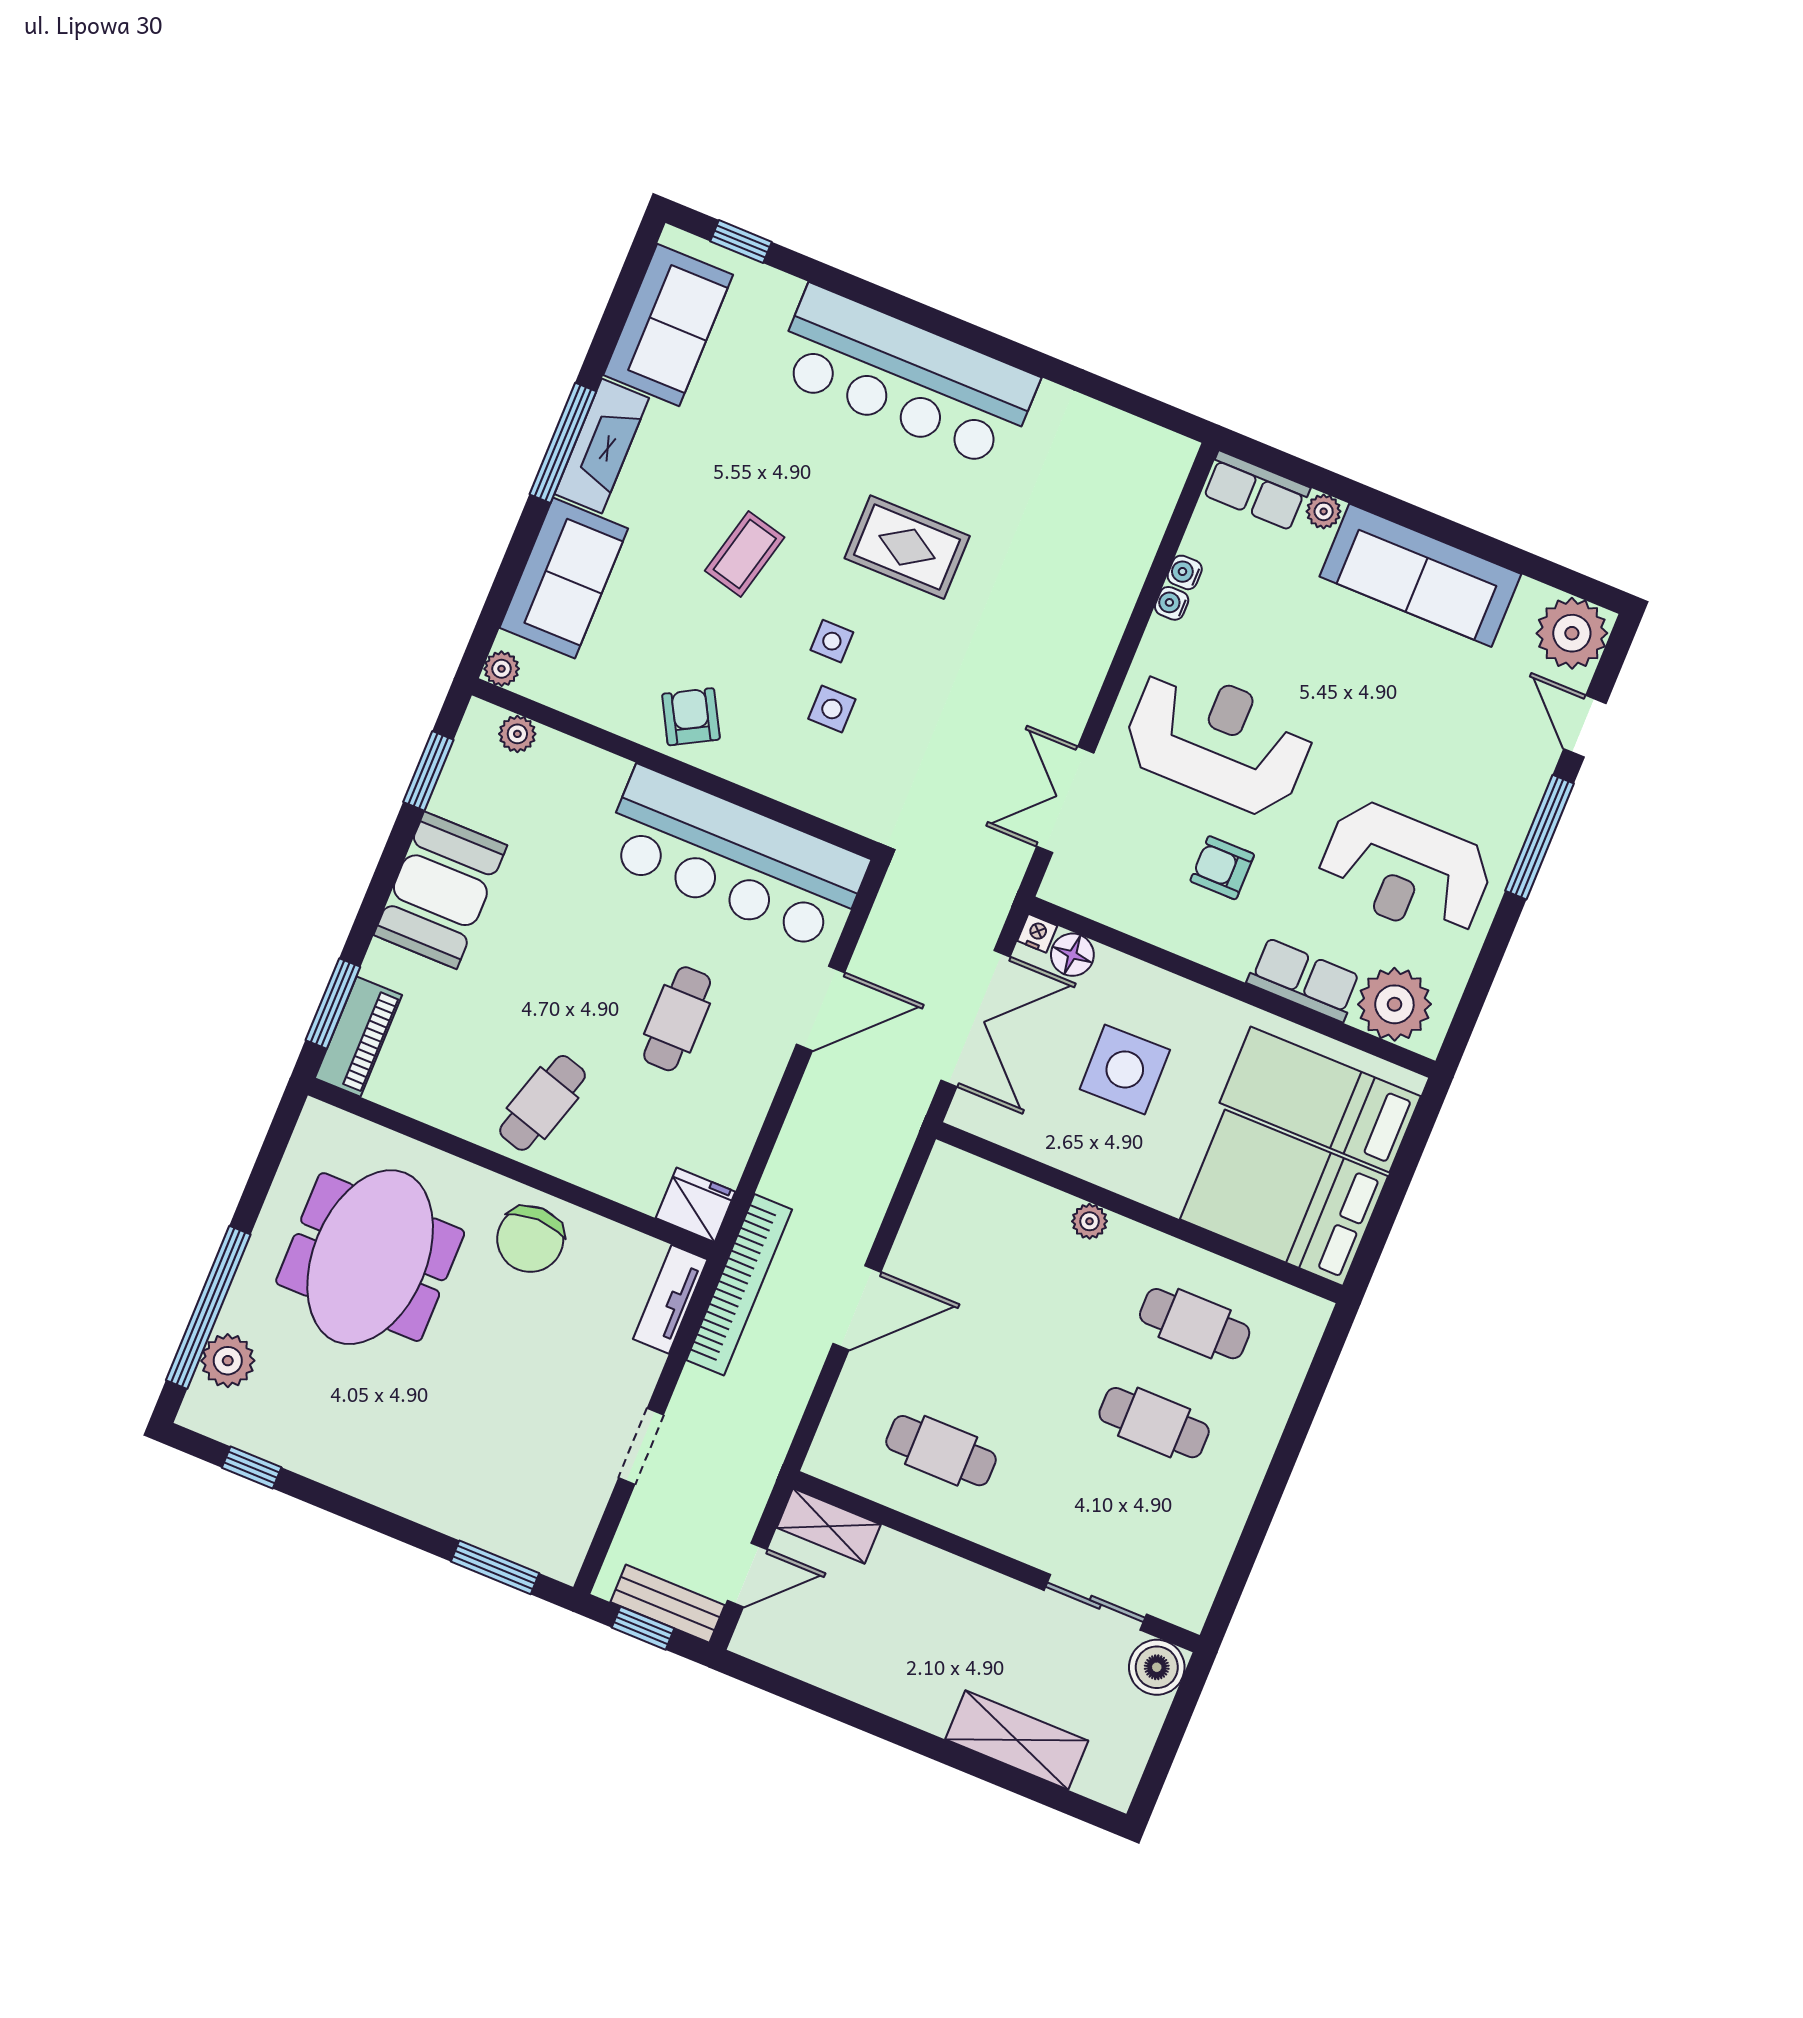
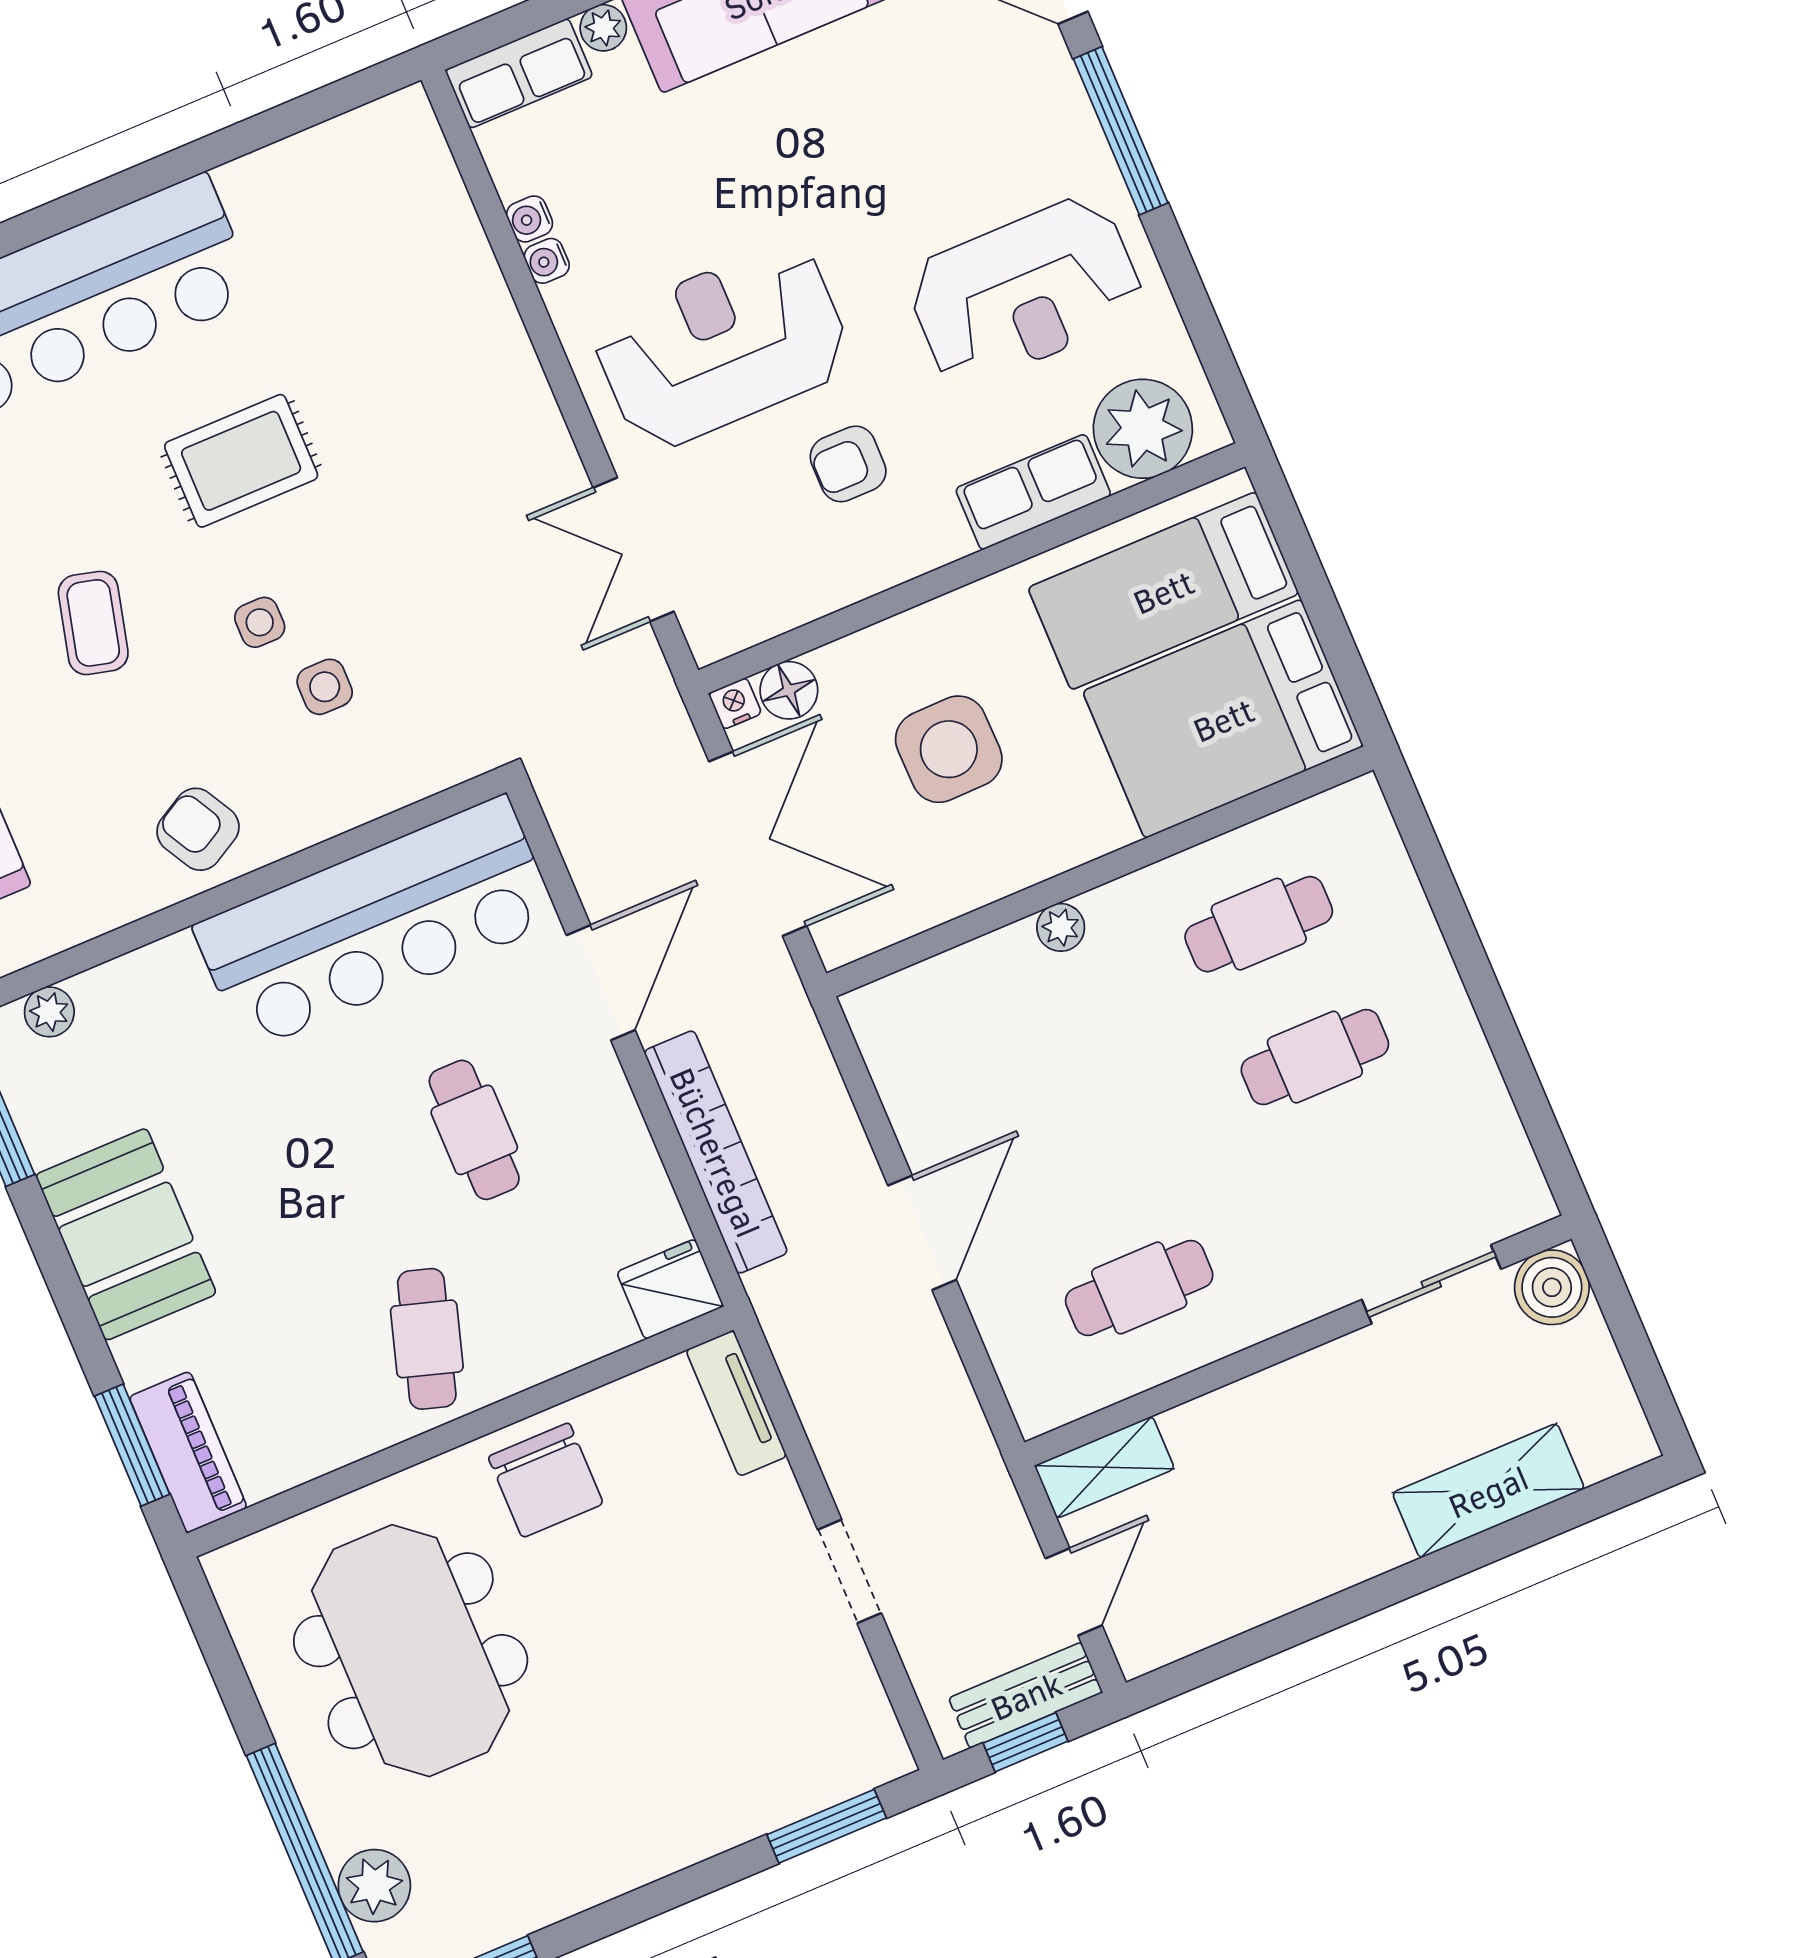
bookcase: (739, 1285) -> (716, 1152), moved

